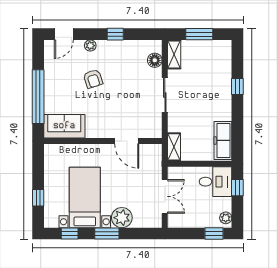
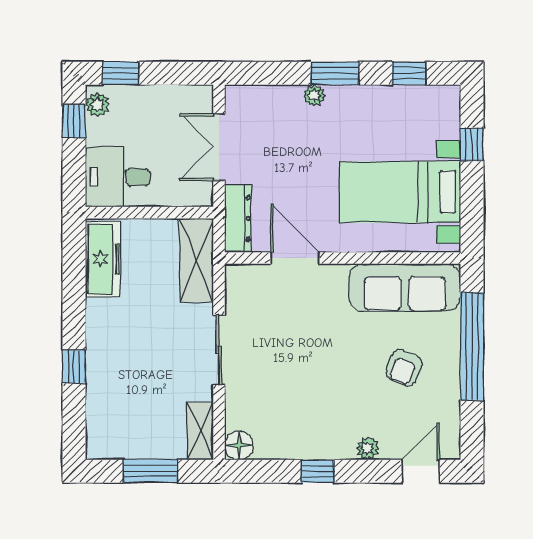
floor lamp: (155, 60) -> (239, 445), moved
armchair: (93, 79) -> (404, 368), moved, turned -140
sofa: (64, 126) -> (405, 287), width x1.36
shelving: (174, 147) -> (196, 260), width x1.50, depth x1.33
dresser: (155, 161) -> (238, 219), added
window: (237, 188) -> (74, 121), moved
bed with nightstands: (85, 197) -> (400, 192), moved, turned 90
plant: (122, 218) -> (314, 96), width x0.53, depth x0.53

